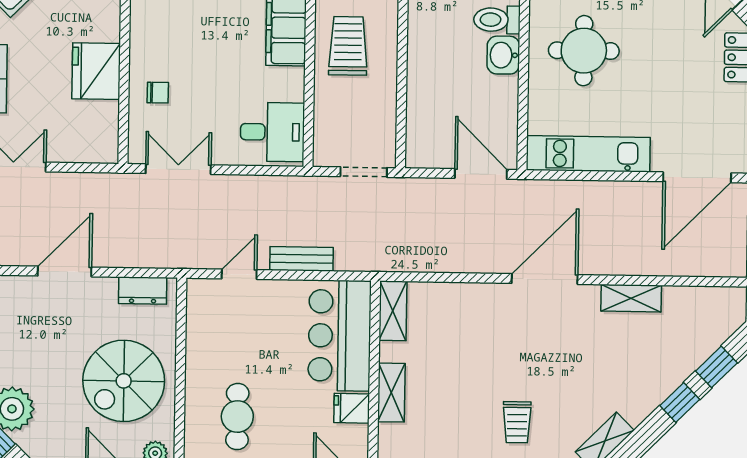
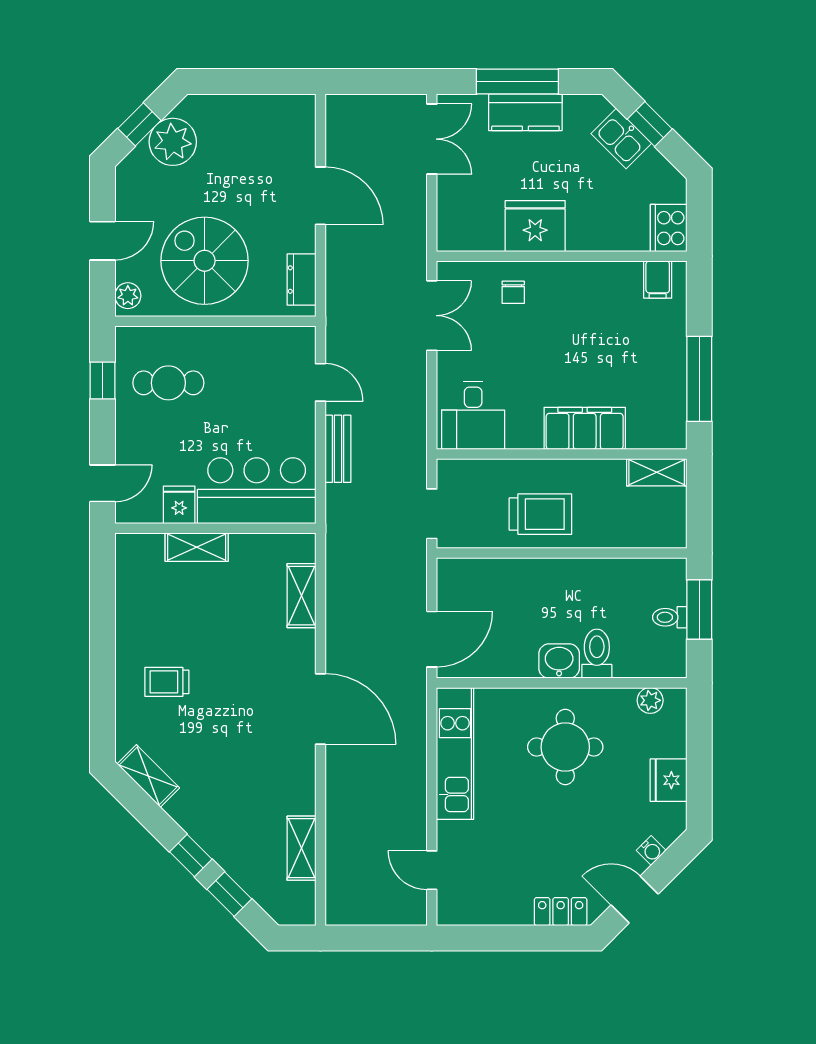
trolley: (348, 46) -> (540, 514), moved
door: (697, 177) -> (432, 870), width x0.53
shelving: (631, 298) -> (301, 848), moved
shelving: (393, 311) -> (301, 596), moved, turned 90

